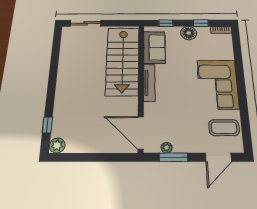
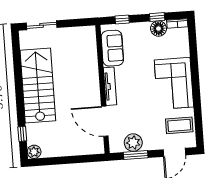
floor lamp: (189, 33) -> (158, 29), moved
stairs: (123, 61) -> (38, 86), moved, turned 180
door: (141, 133) -> (105, 121), moved
plant: (167, 148) -> (133, 143), width x1.87, depth x1.87

